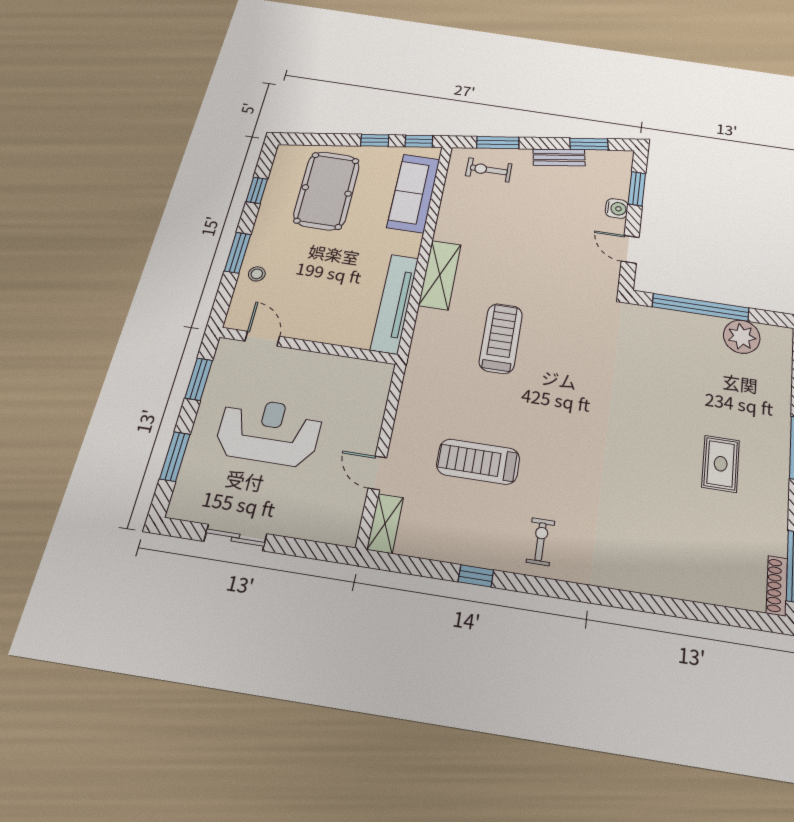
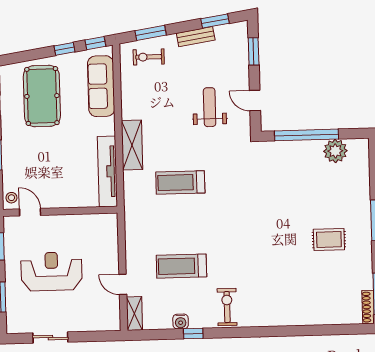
water cooler: (617, 209) -> (181, 321), moved, turned 90
weight bench: (563, 246) -> (210, 107), added
stool: (257, 274) -> (11, 198), moved
treadmill: (501, 338) -> (180, 182), turned -90
rug: (721, 464) -> (329, 239), turned 90
exercise bike: (541, 542) -> (227, 307), width x1.38, depth x1.39

